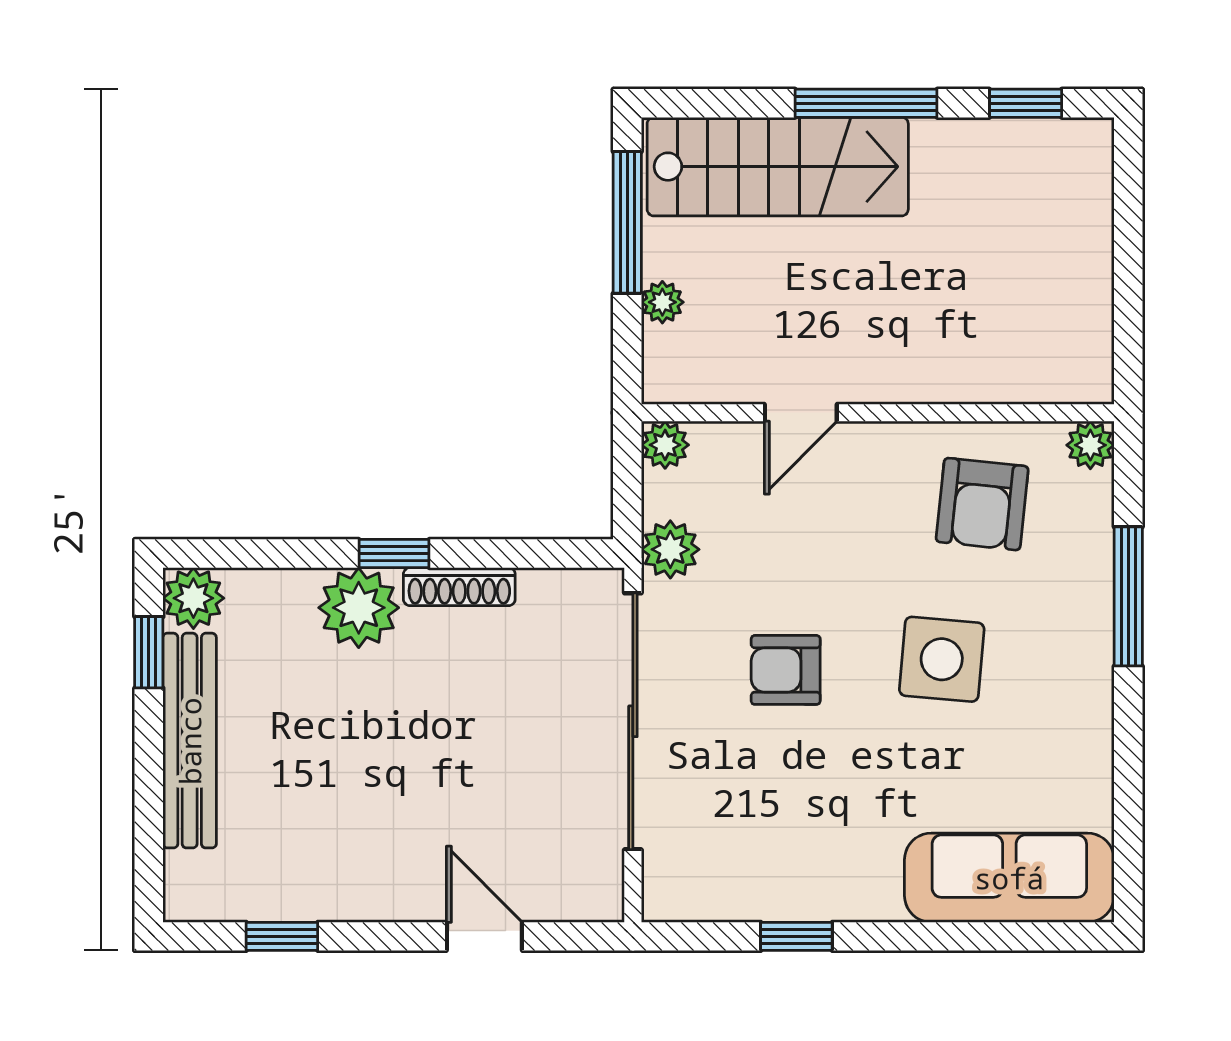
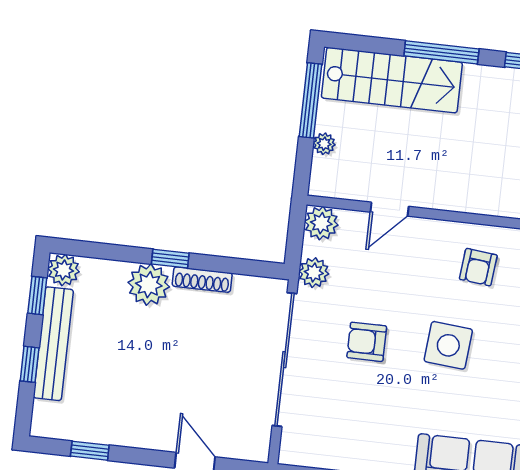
plant: (665, 445) -> (321, 223), width x1.38, depth x1.38
armchair: (982, 504) -> (478, 267), width x0.72, depth x0.72
window: (149, 785) -> (30, 364), added

